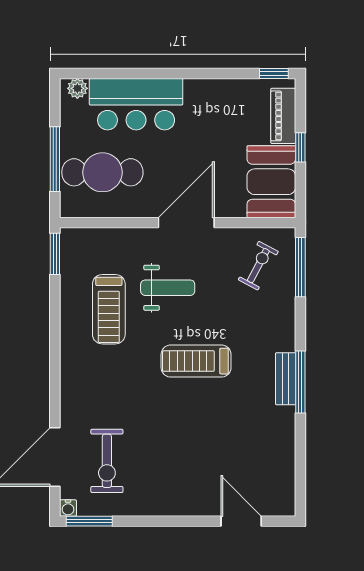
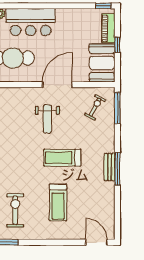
weight bench: (168, 288) -> (47, 119), turned 90
treadmill: (109, 309) -> (58, 202), moved
exercise bike: (107, 461) -> (15, 210), turned 180
door: (241, 521) -> (96, 242), moved

